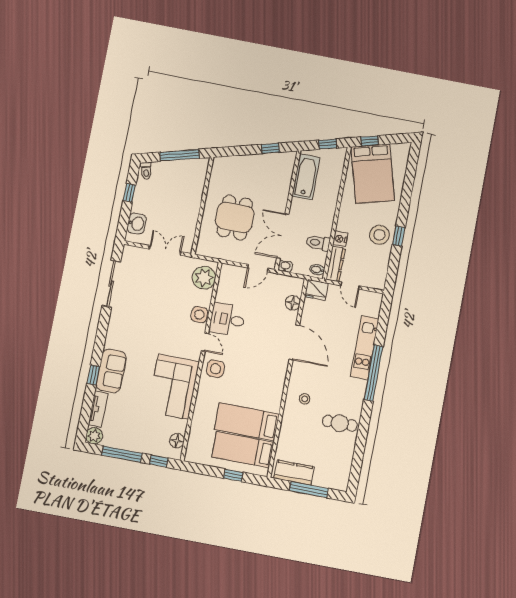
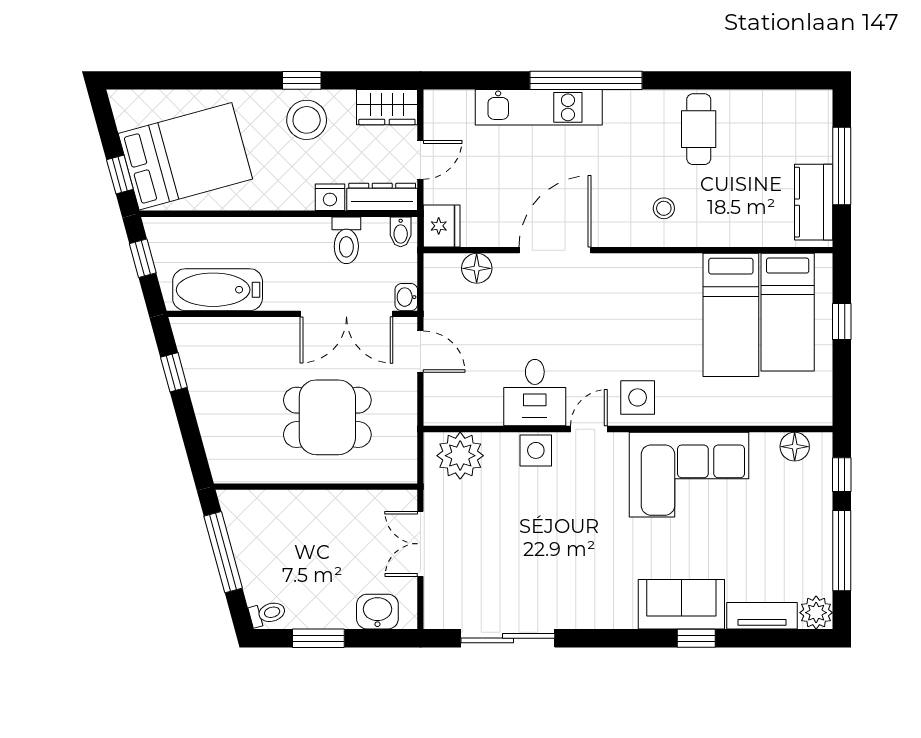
window: (129, 193) -> (318, 638), width x1.50
wardrobe: (378, 274) -> (387, 107), added

